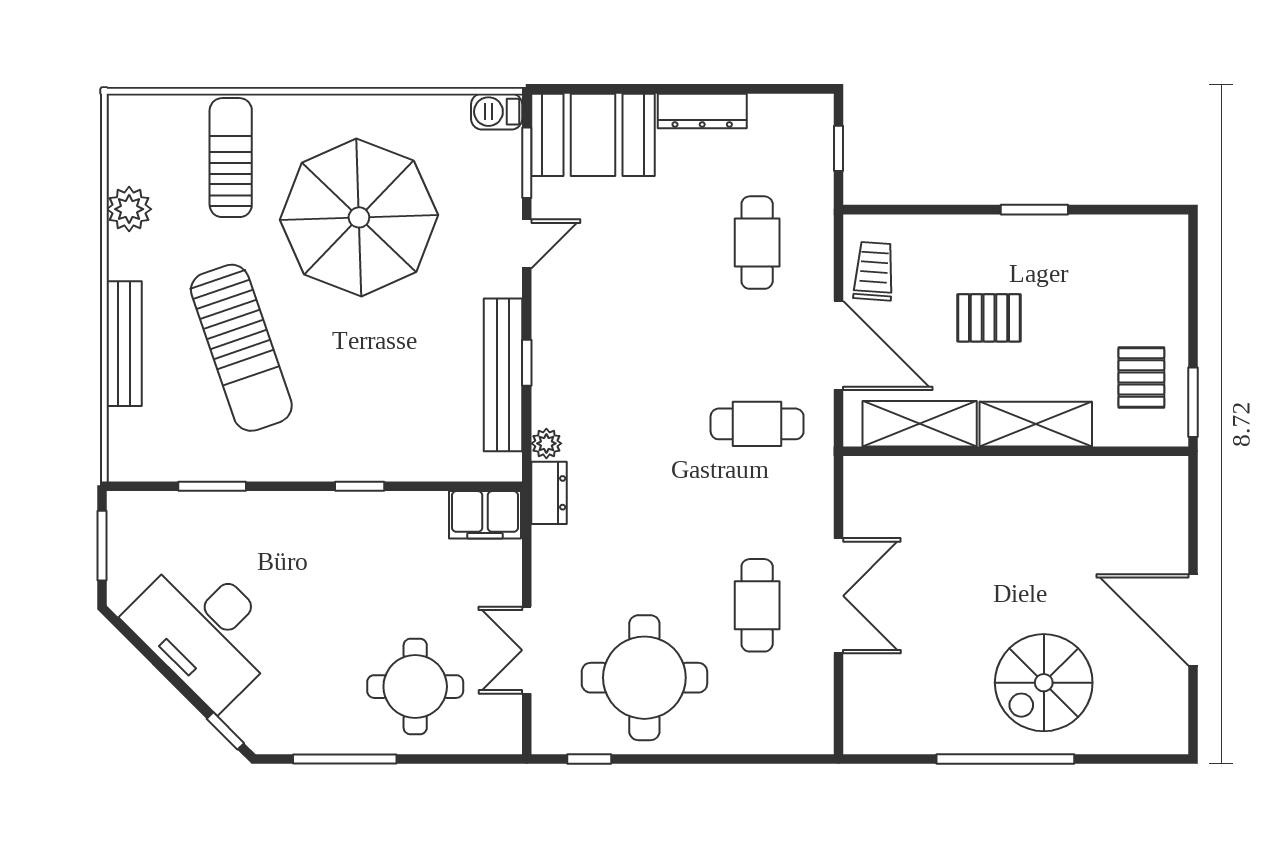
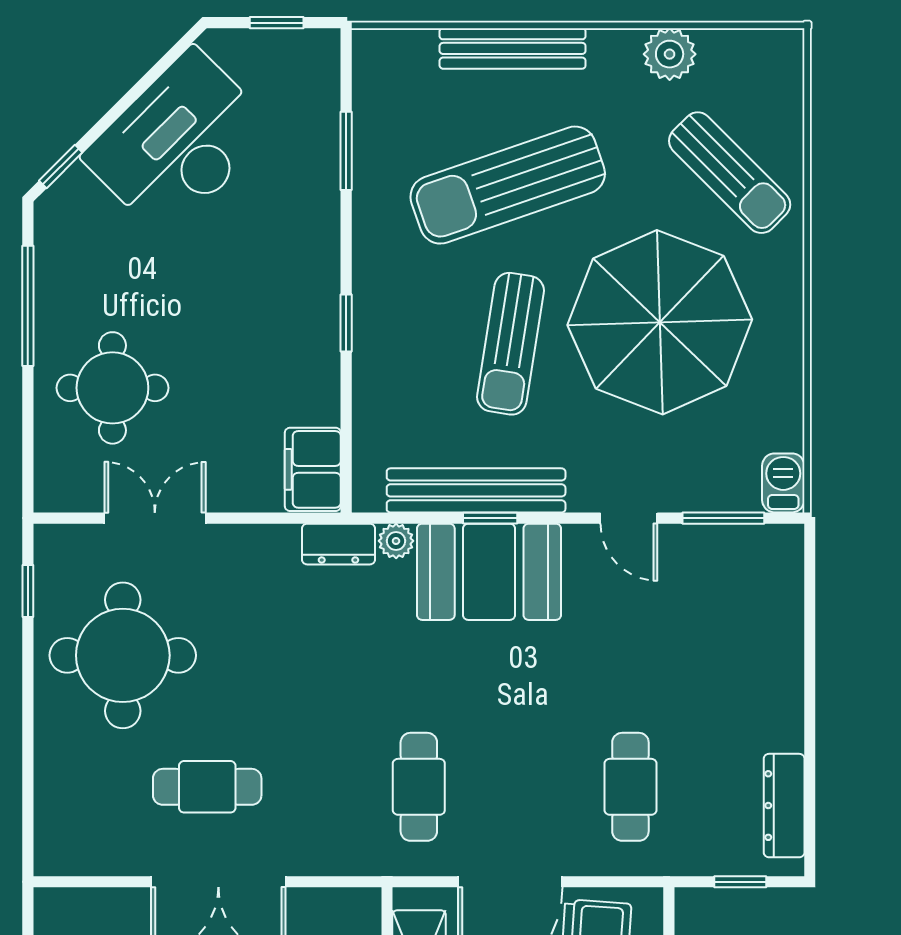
dresser: (702, 111) -> (784, 806), moved
booth: (593, 135) -> (489, 572), moved, turned 90
sun lounger: (231, 158) -> (730, 173), turned 45
cafe table: (757, 243) -> (630, 787), turned 90
sun lounger: (377, 345) -> (511, 344), added
window: (102, 546) -> (277, 23), width x0.67

